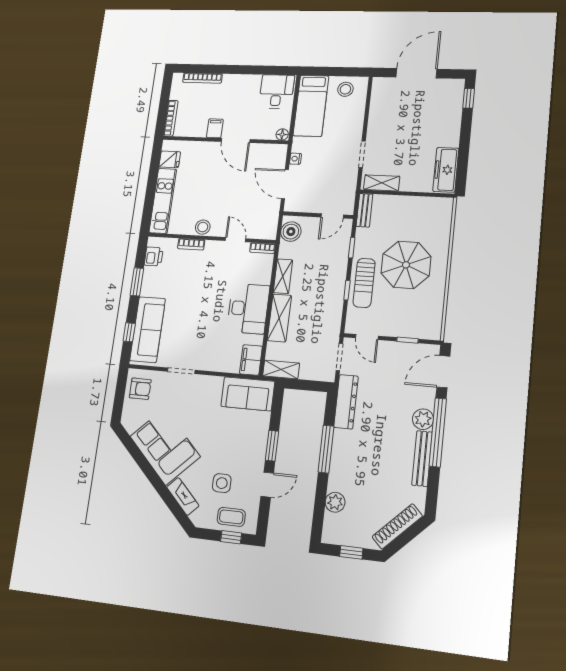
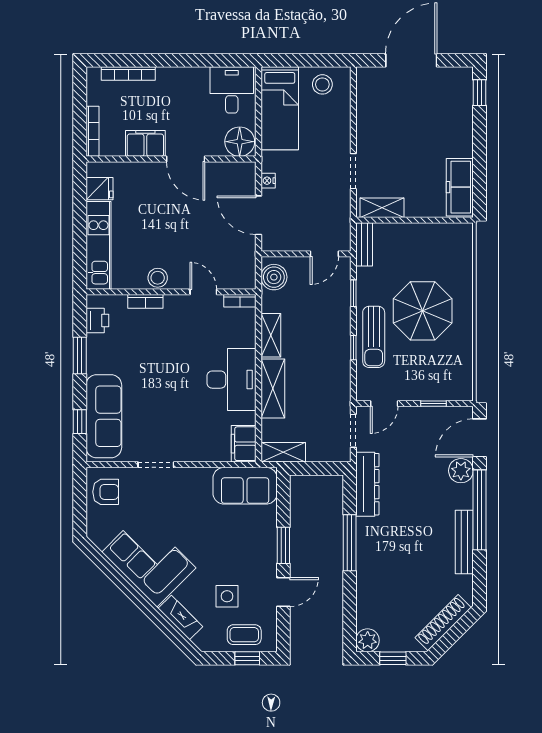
filing cabinet: (215, 128) -> (145, 143), width x2.00
floor lamp: (282, 134) -> (240, 142), width x1.89, depth x1.89
door: (367, 337) -> (384, 404), hinge flipped
plant: (423, 419) -> (461, 471), moved
plant: (335, 502) -> (368, 640), moved

